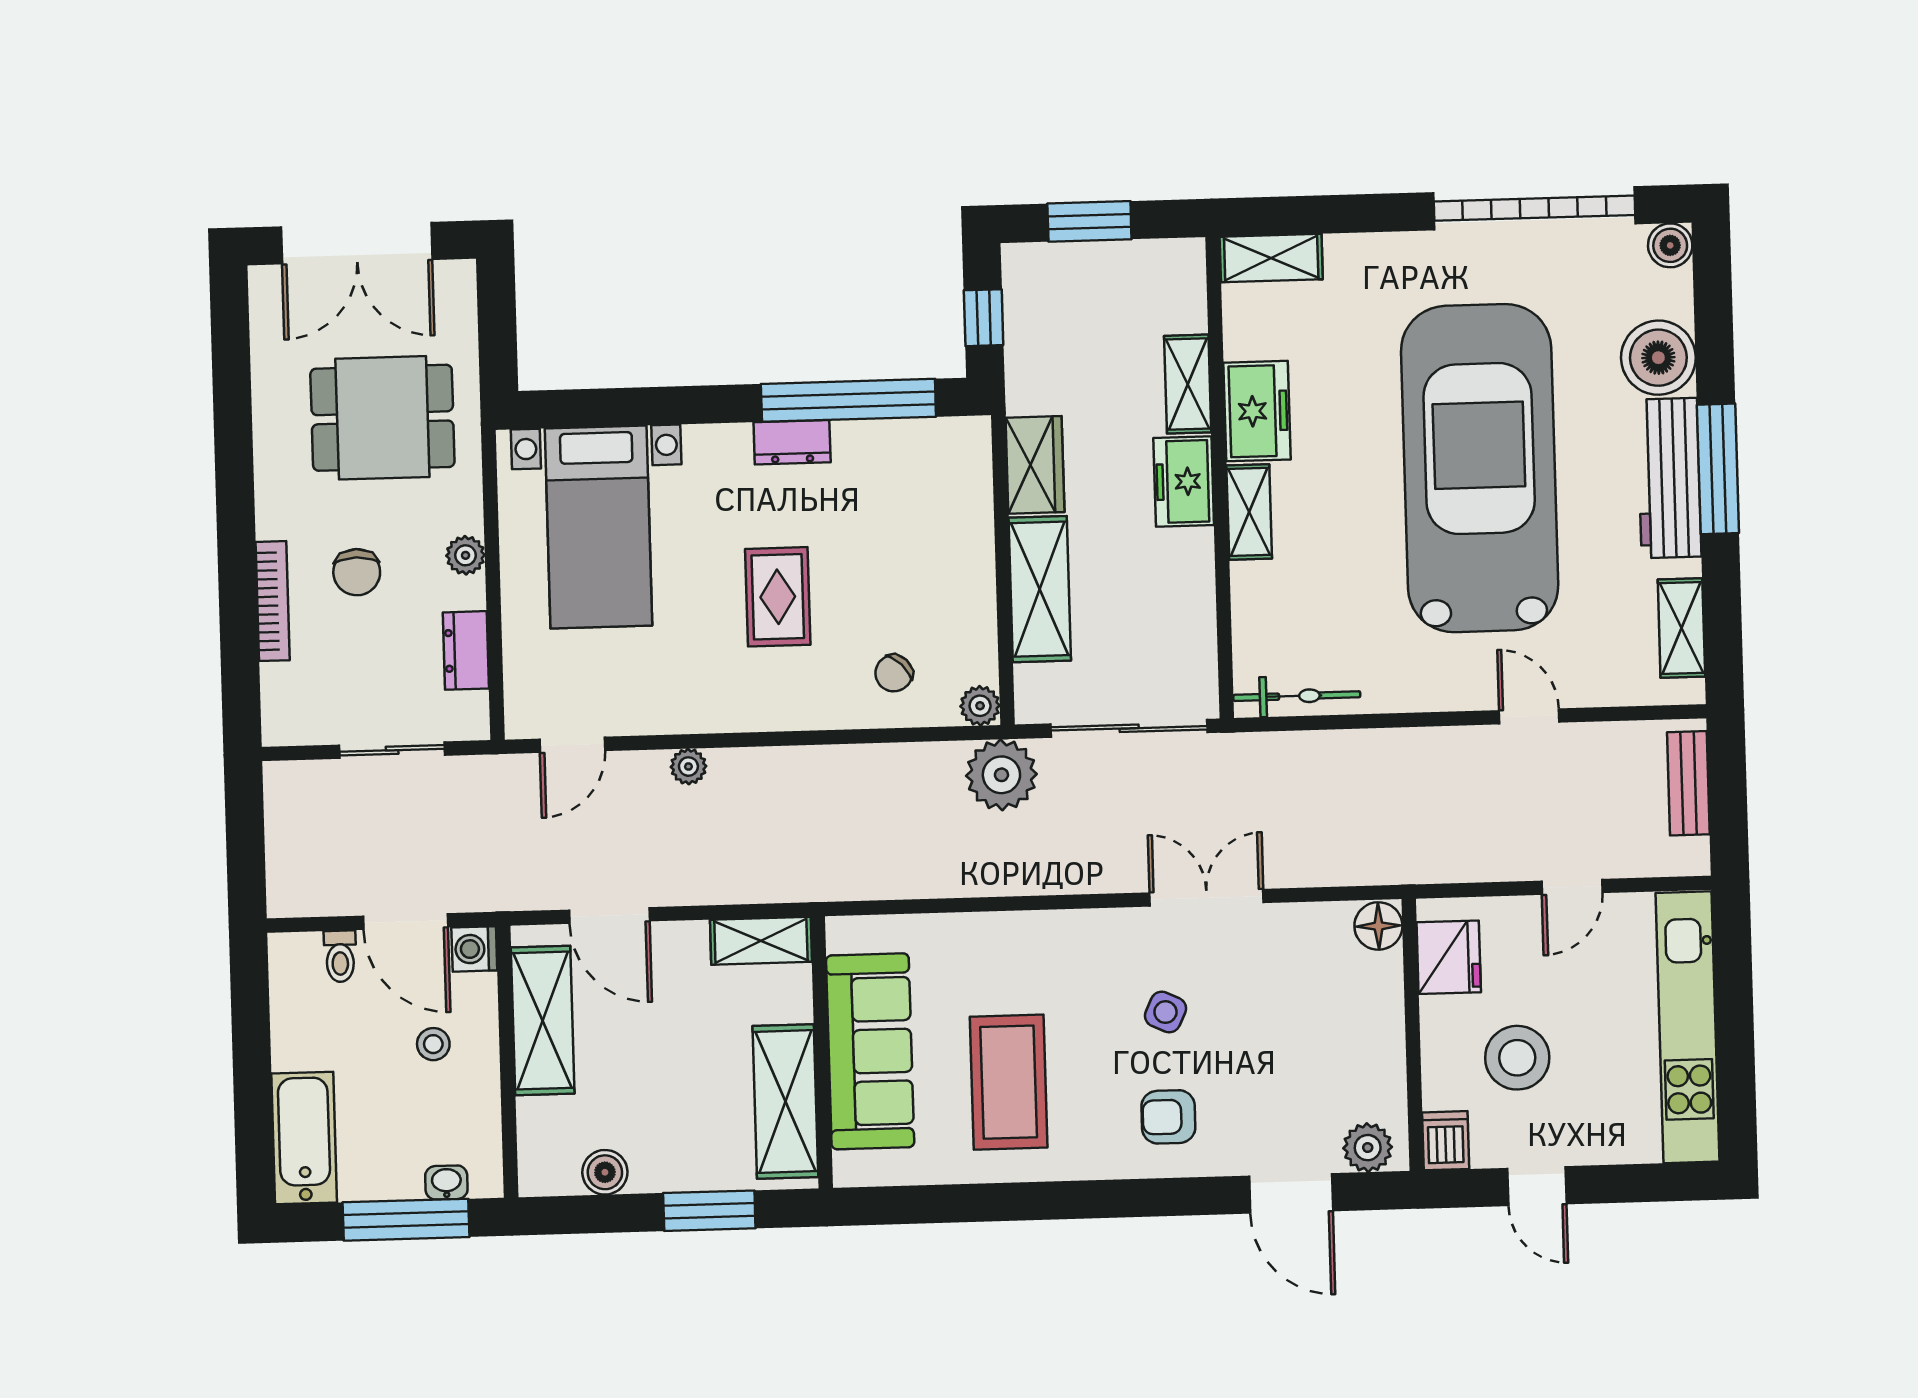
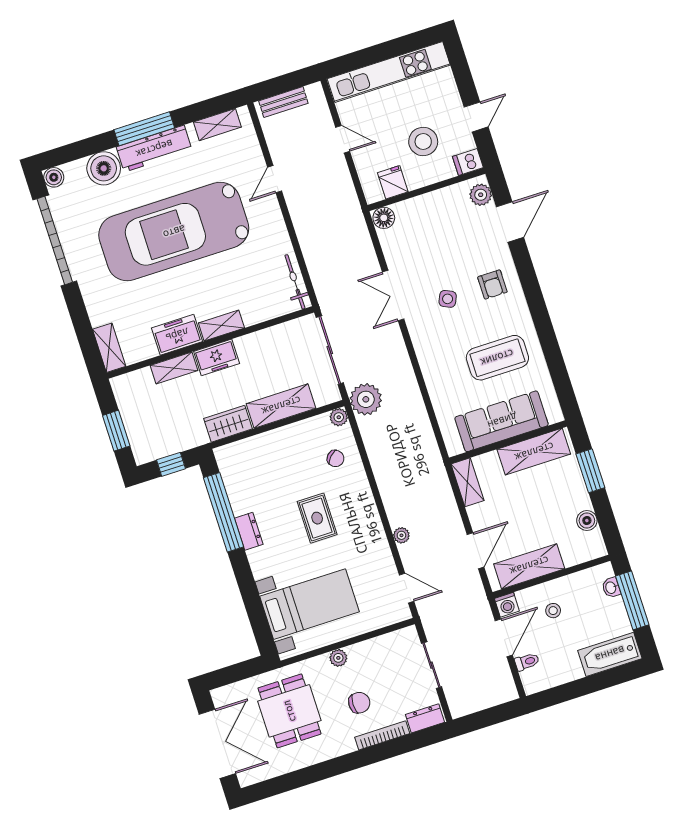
rug: (778, 597) -> (317, 518), turned 90
dresser: (466, 650) -> (425, 718), moved, turned 180
fridge: (1449, 957) -> (393, 182), width x0.72

